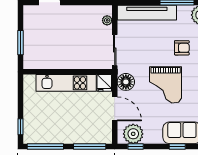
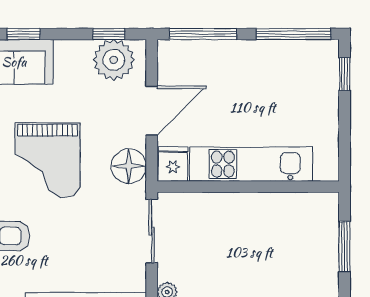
grand piano: (166, 85) -> (47, 160), turned 180
door: (115, 109) -> (152, 111), swing flipped

